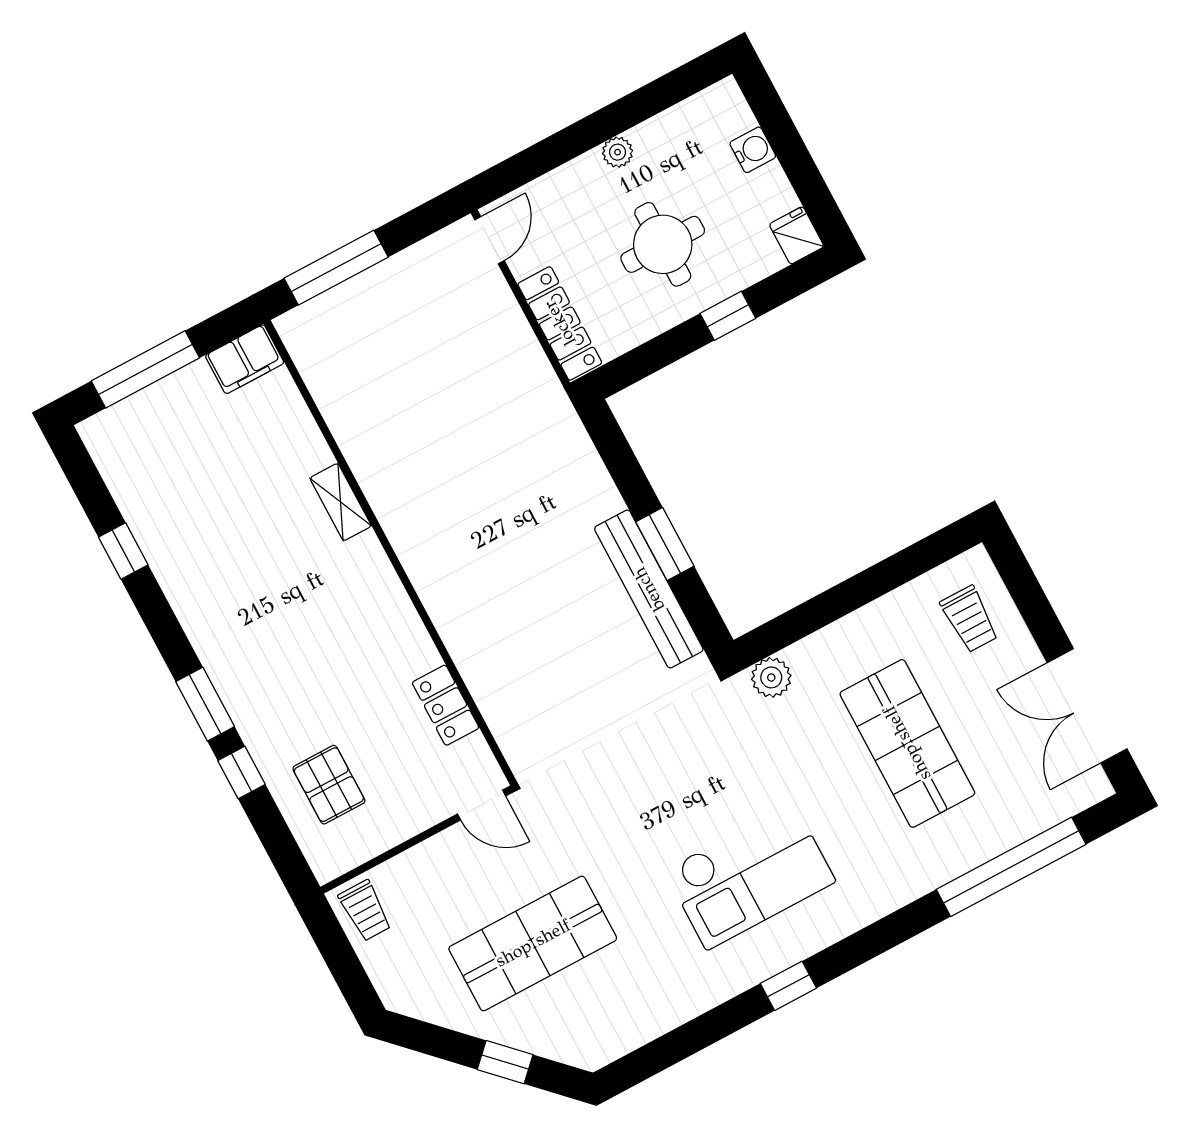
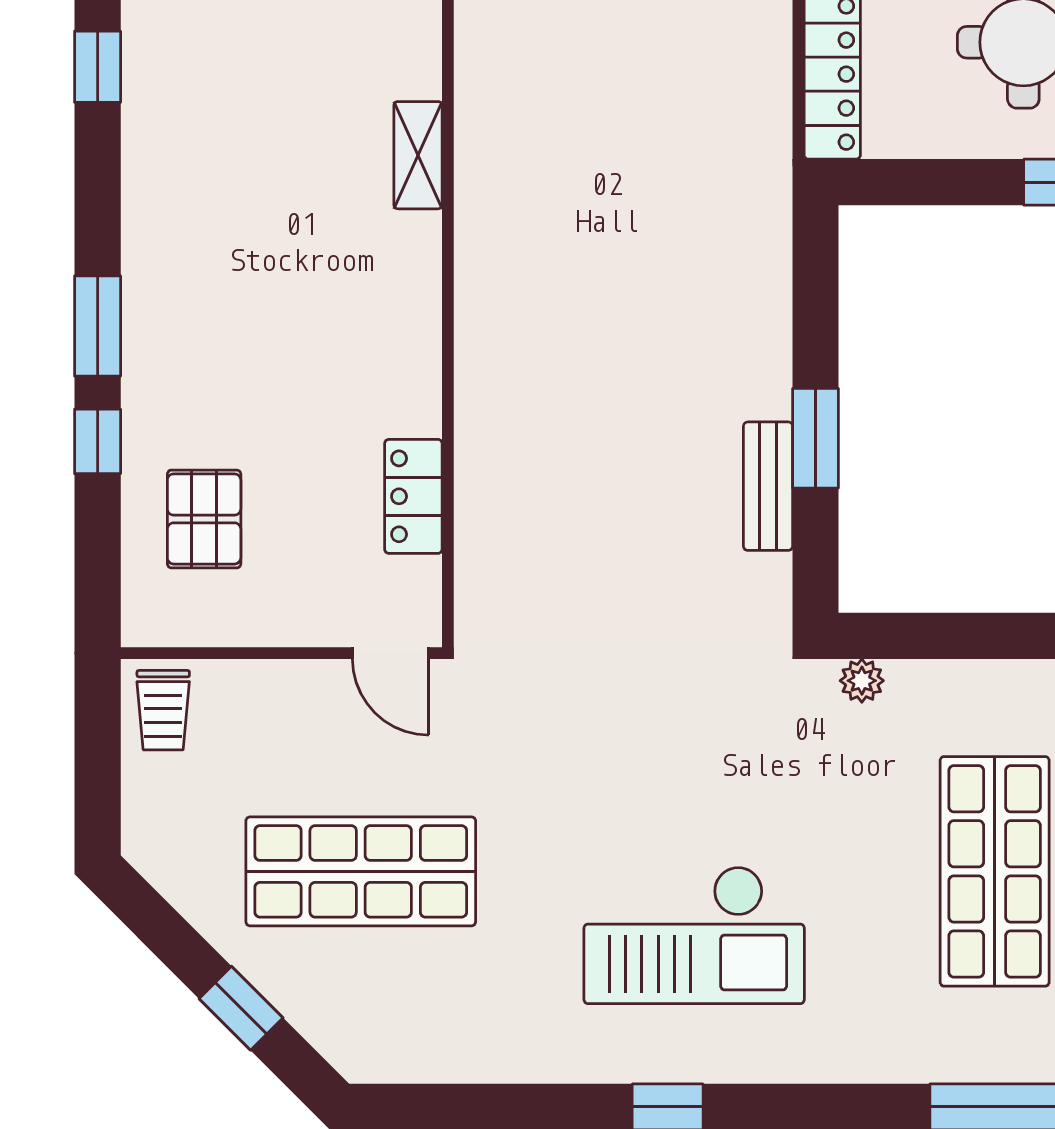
bench: (649, 589) -> (768, 486), width x0.54, depth x0.82
plant: (771, 677) -> (862, 681), width x0.73, depth x0.73

